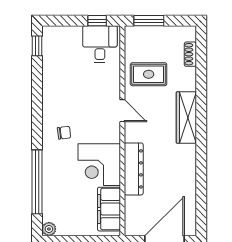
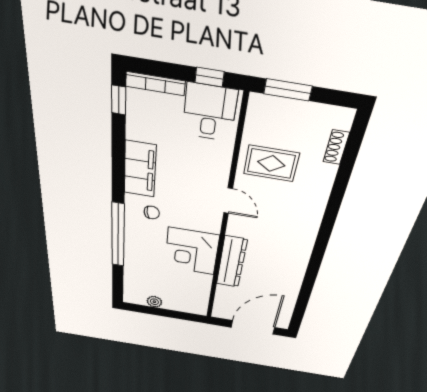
bookcase: (62, 31) -> (155, 84), added
wardrobe: (186, 117) -> (308, 222), removed
window: (37, 182) -> (118, 235), moved
filing cabinet: (109, 209) -> (140, 169), moved, turned 180
plant: (49, 229) -> (154, 302), moved

